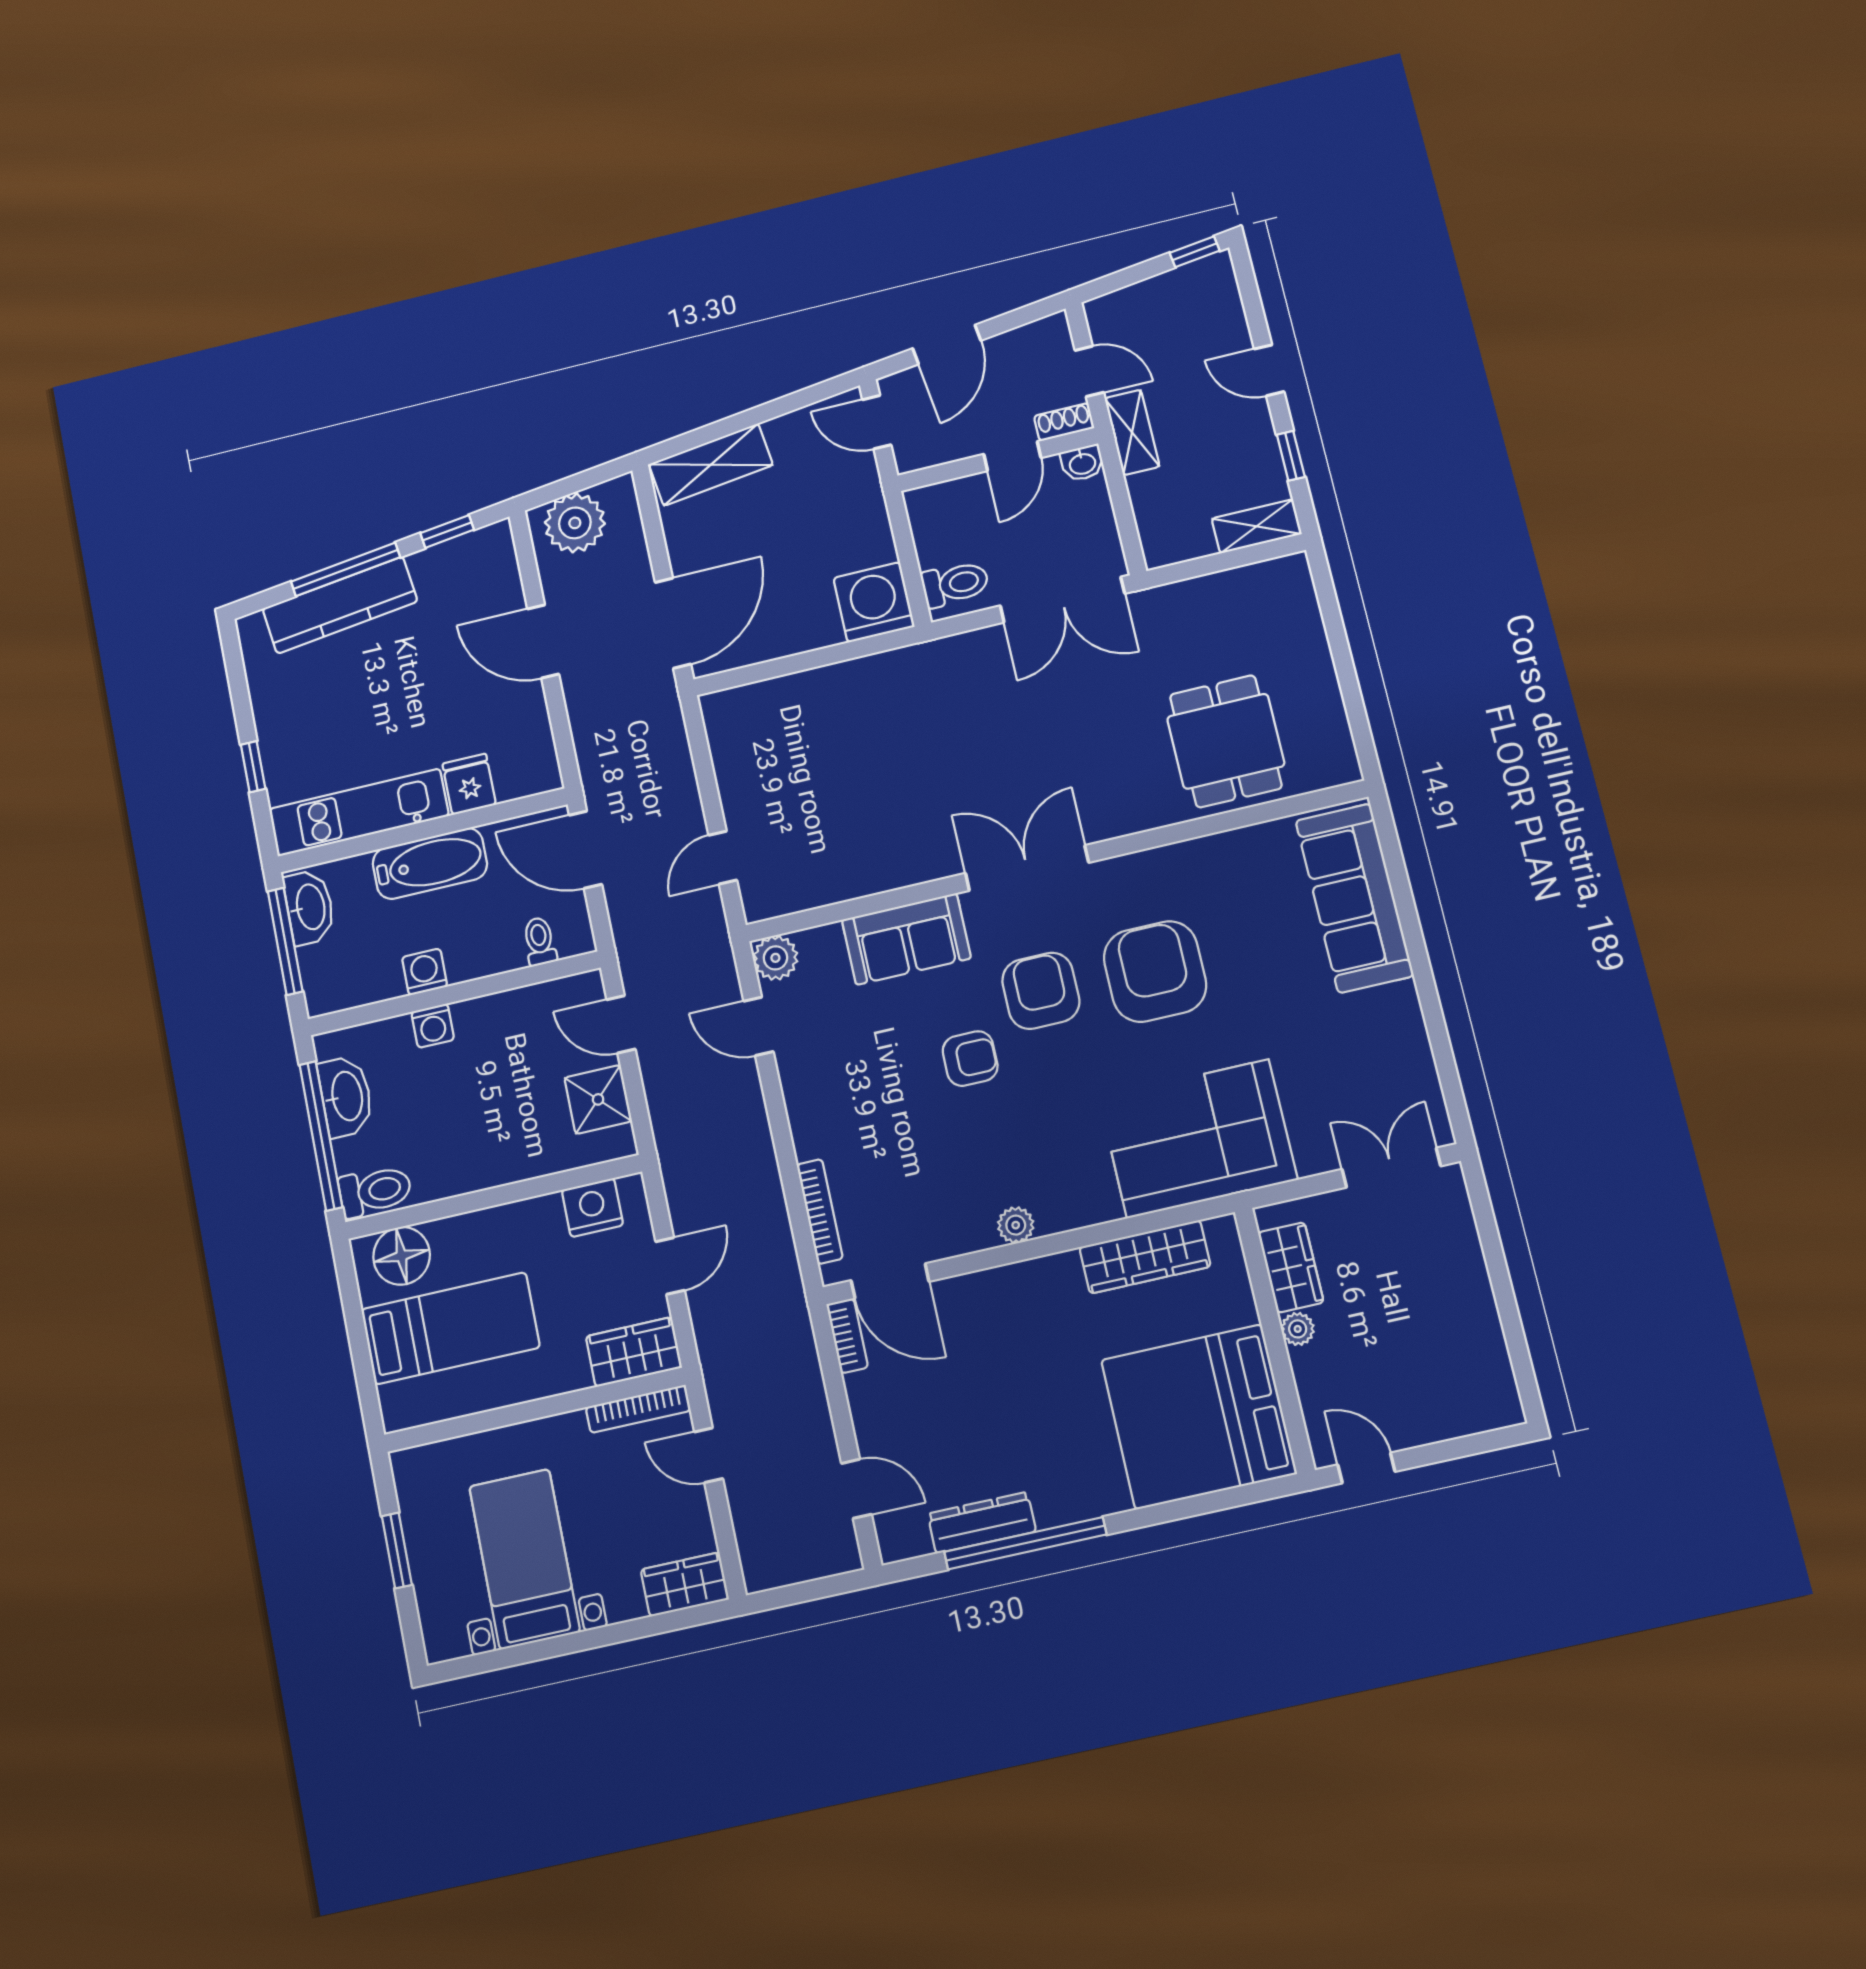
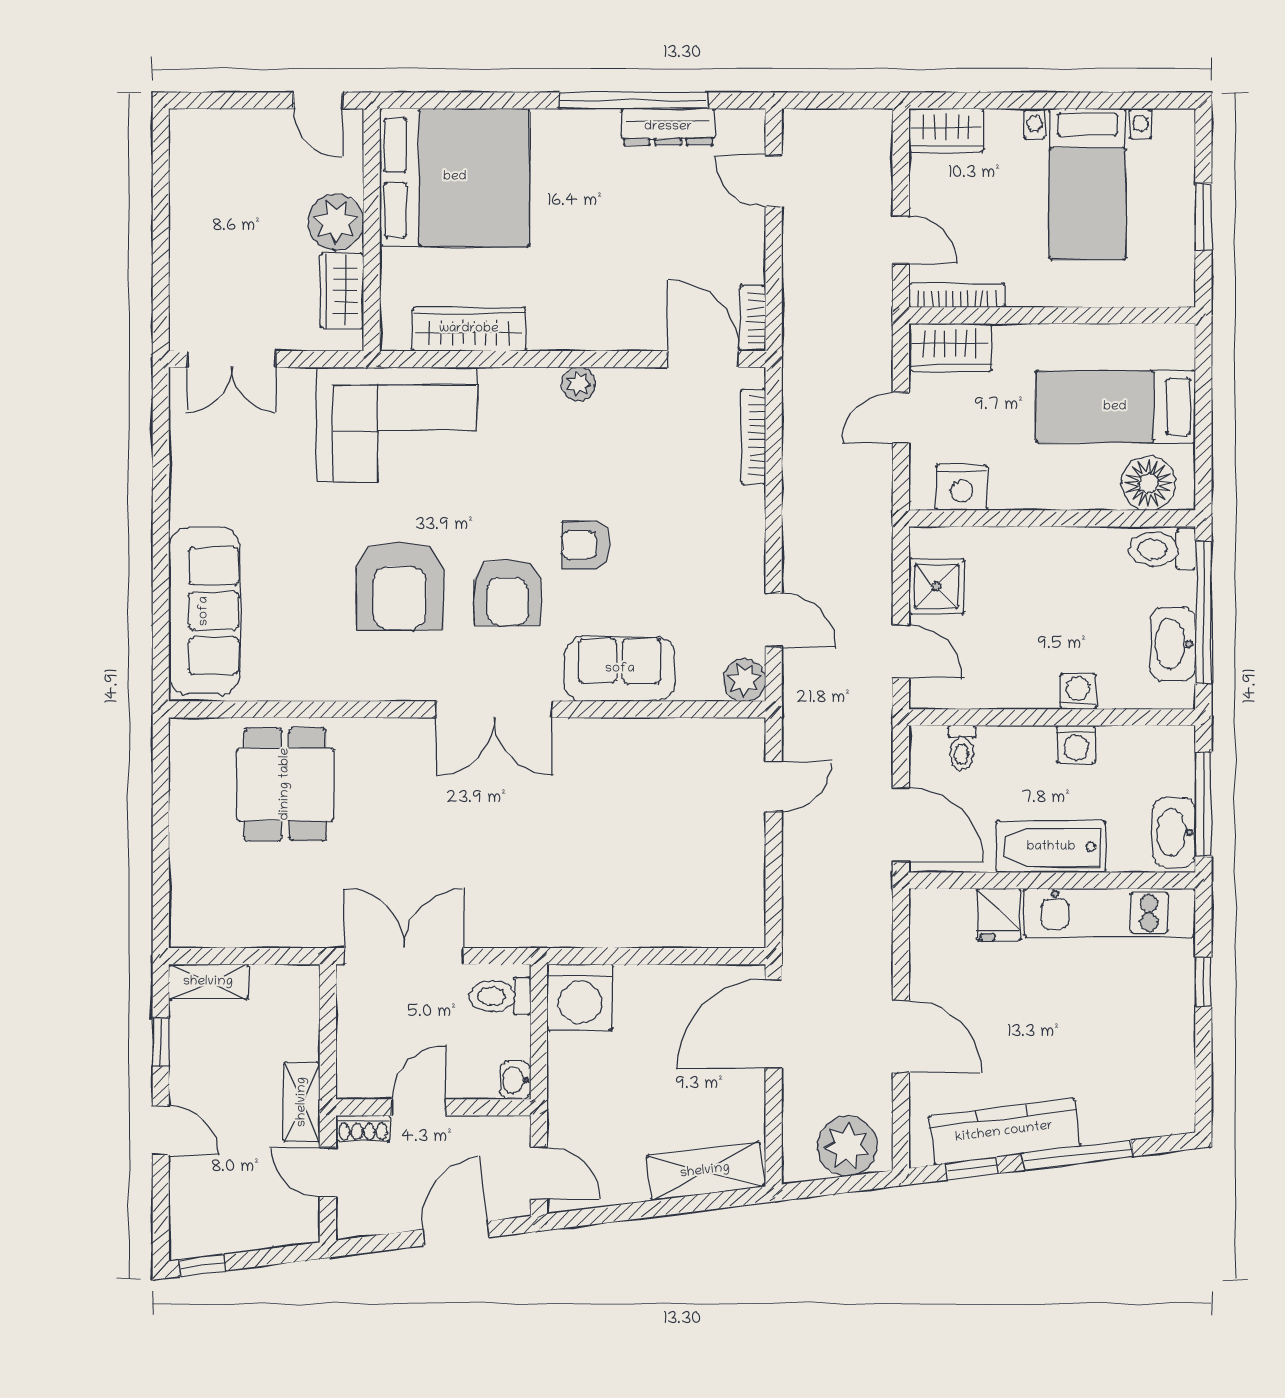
washbasin: (1082, 463) -> (515, 1080), moved, turned -90
kitchen counter: (340, 605) -> (1004, 1132), moved
plant: (1298, 1329) -> (336, 222), width x1.87, depth x1.87

